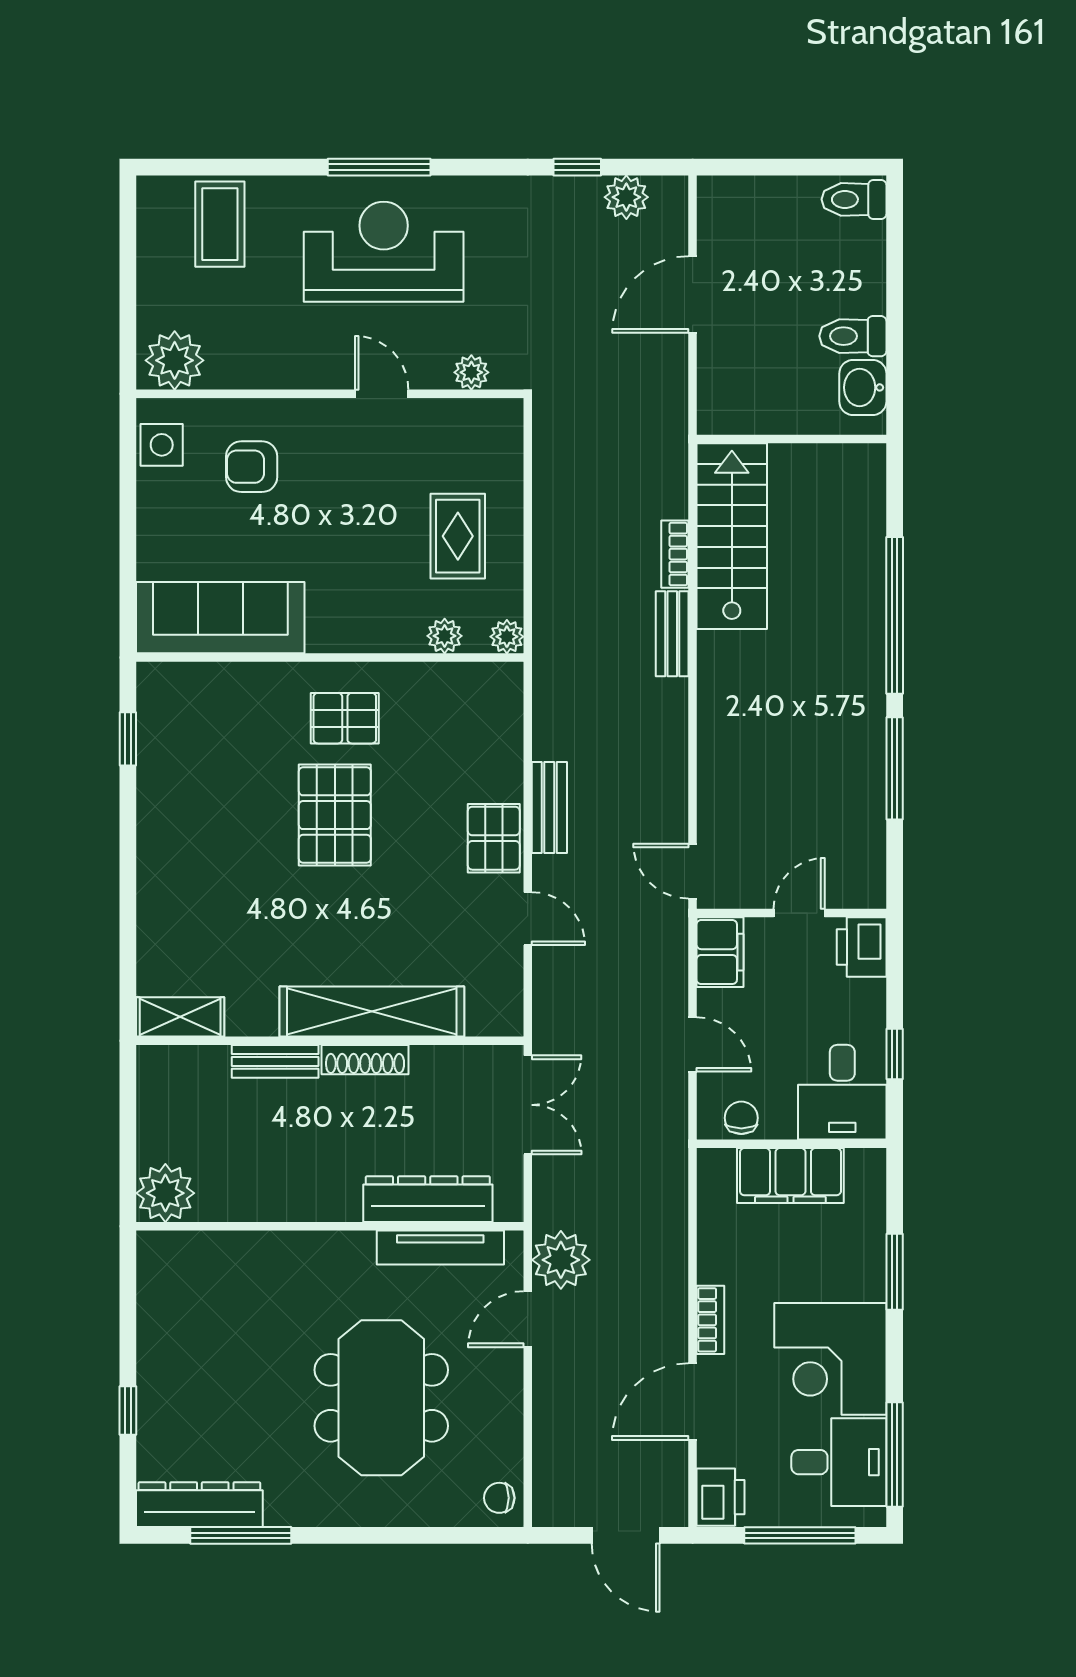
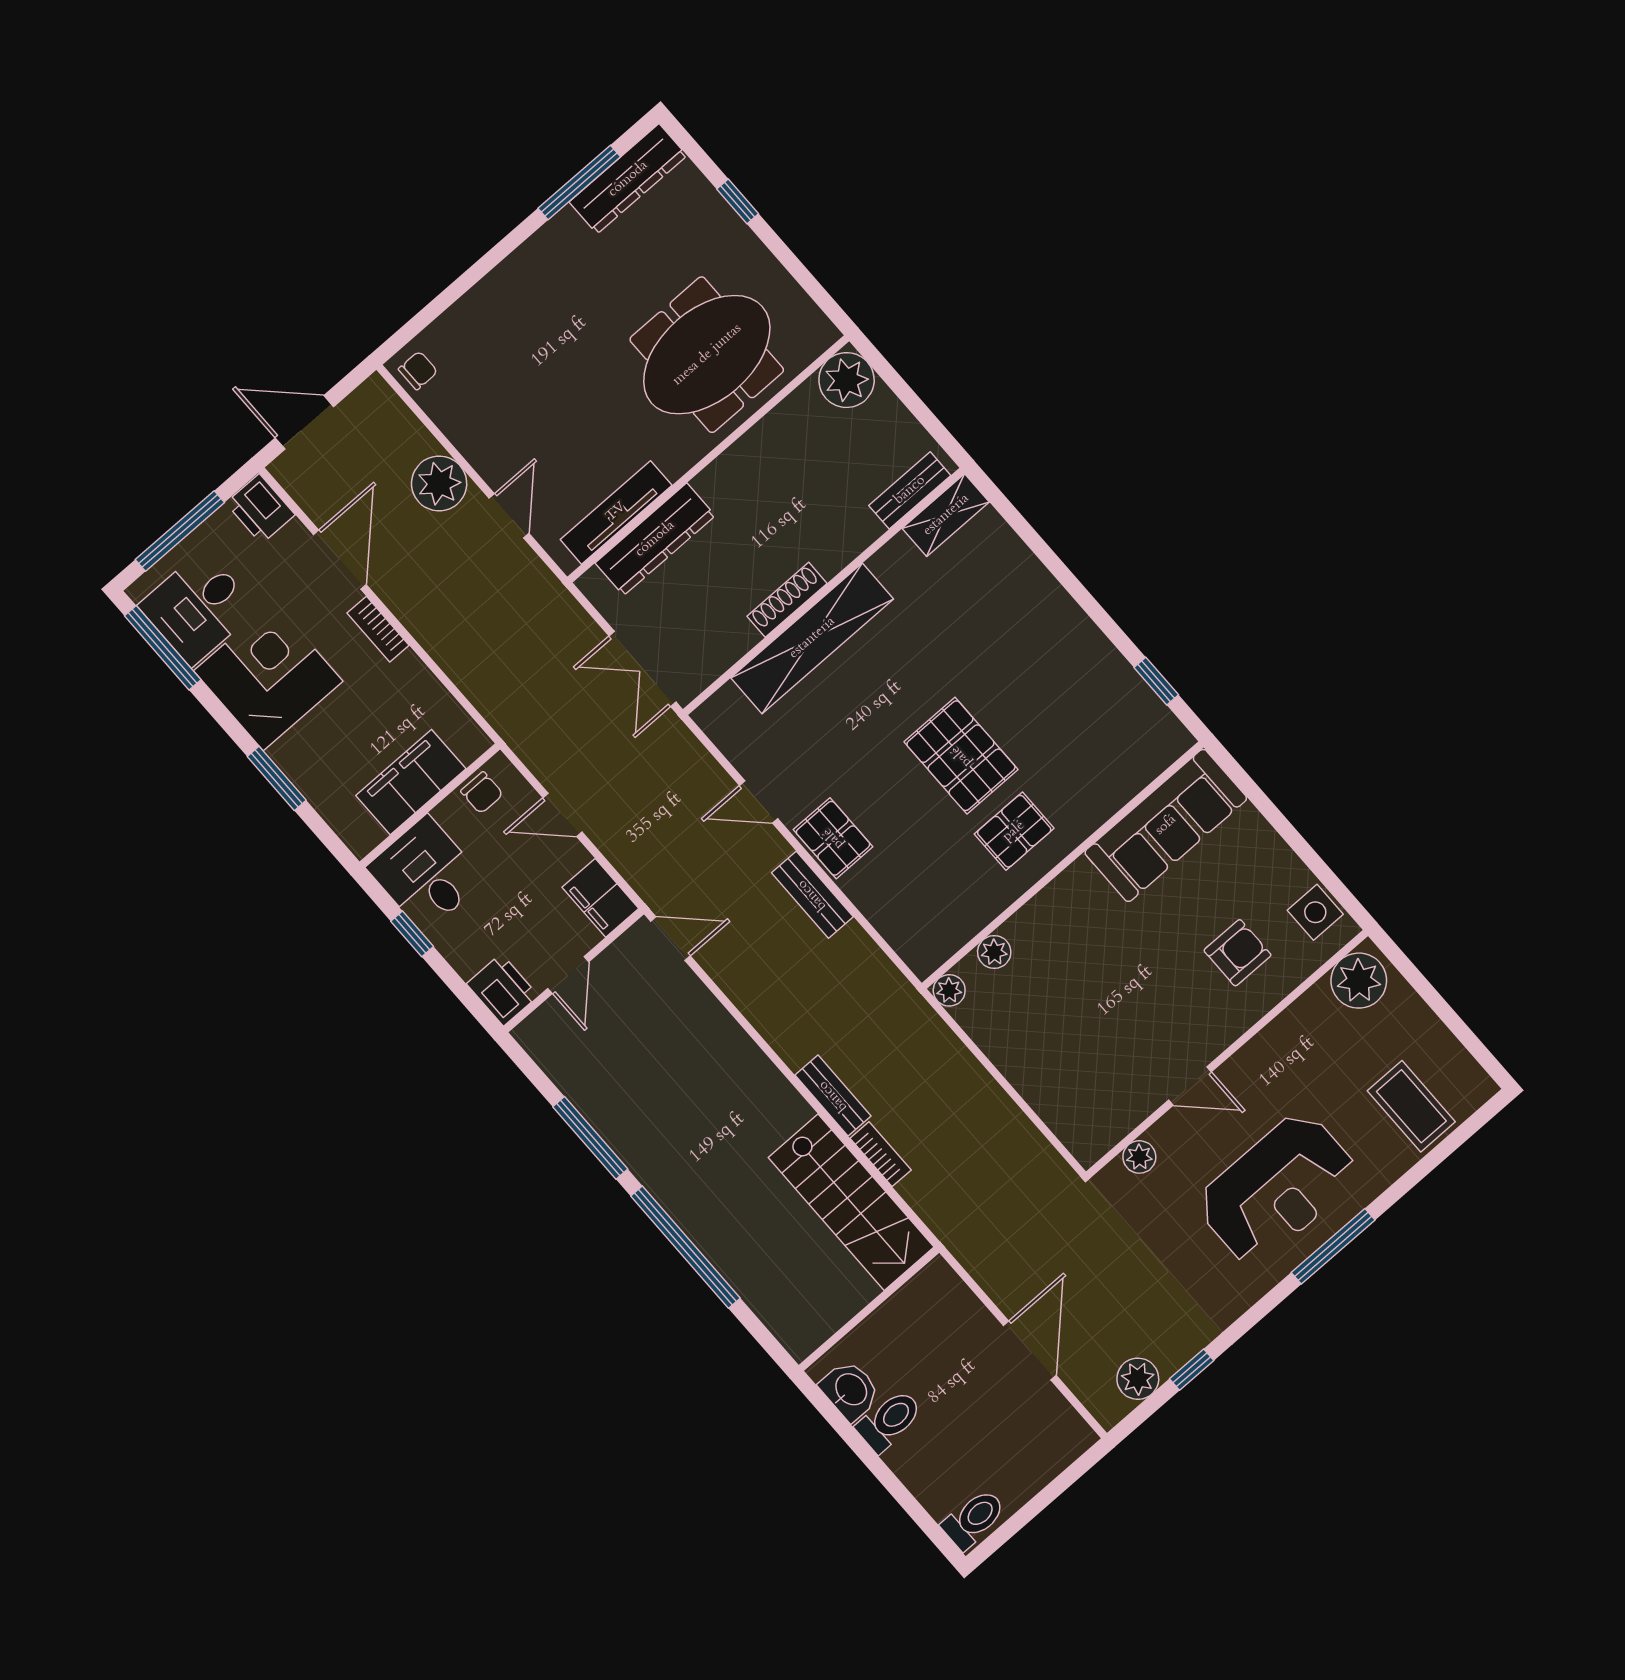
rug: (458, 536) -> (1047, 1032), removed
bench: (275, 1061) -> (910, 490), moved
plant: (561, 1260) -> (439, 483), moved
meeting table: (381, 1398) -> (707, 355), moved, turned 90

